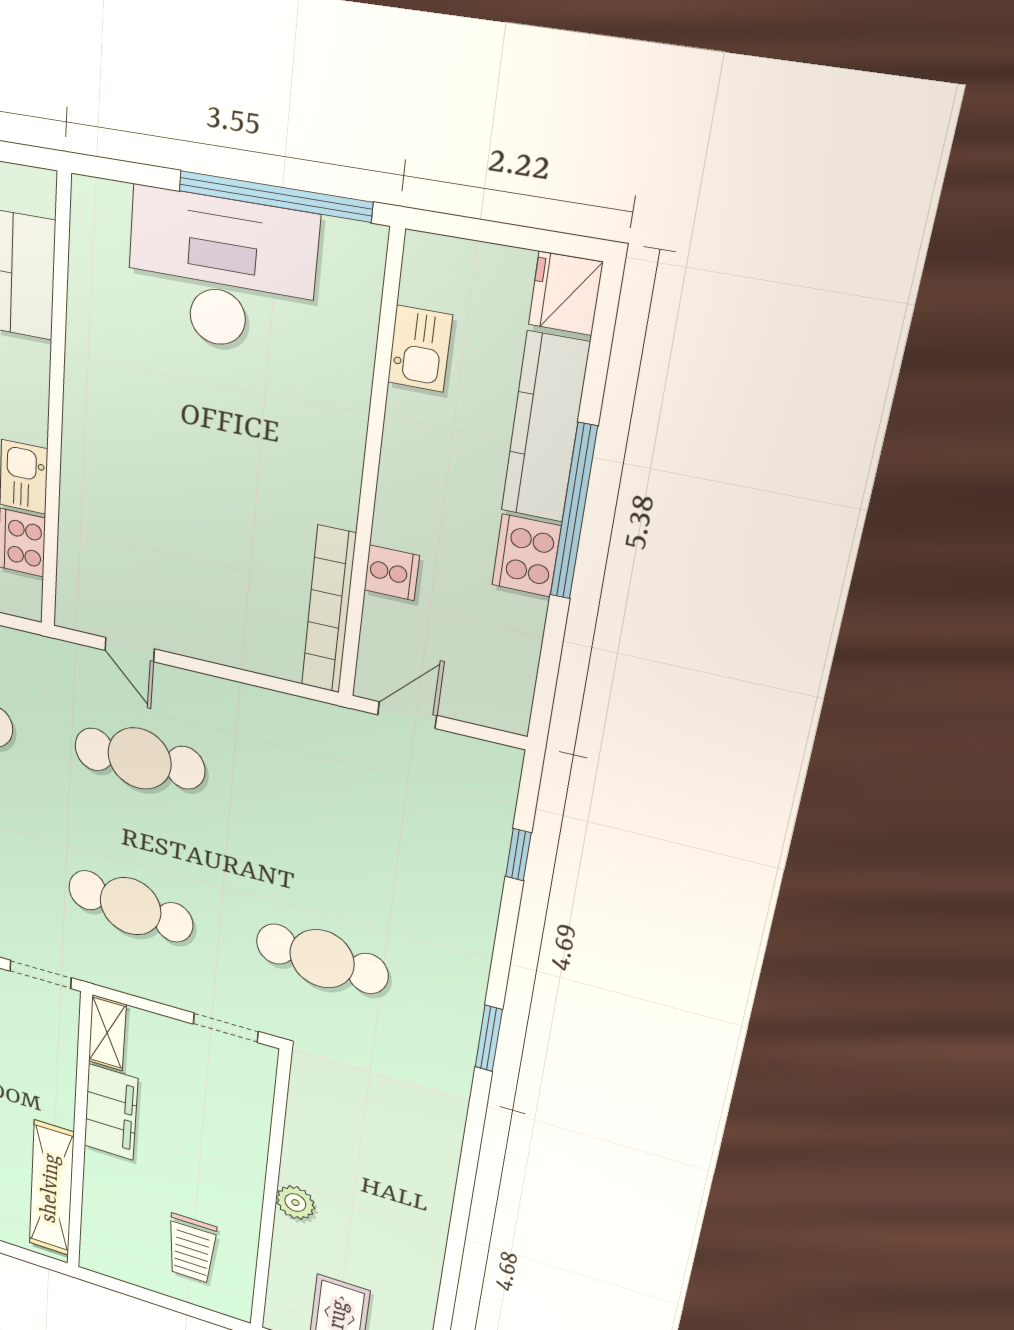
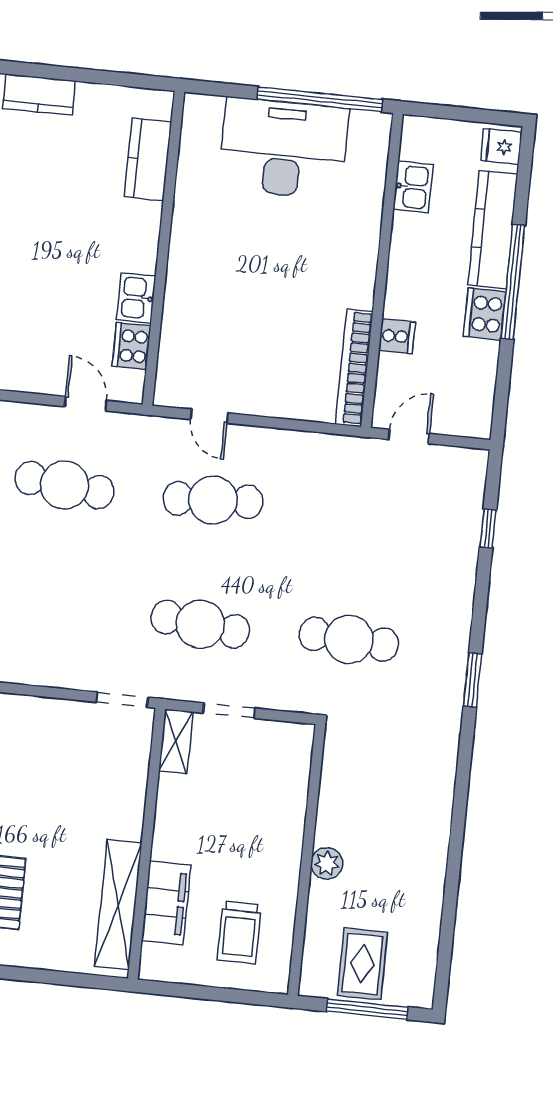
fridge: (565, 293) -> (501, 146), width x0.72
doorway: (226, 1028) -> (229, 711), moved
filing cabinet: (111, 1112) -> (166, 903), moved

